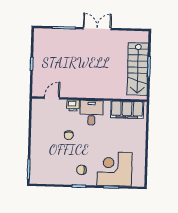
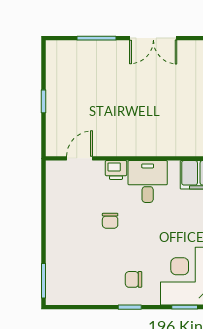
double door: (97, 29) -> (153, 38), swing flipped

